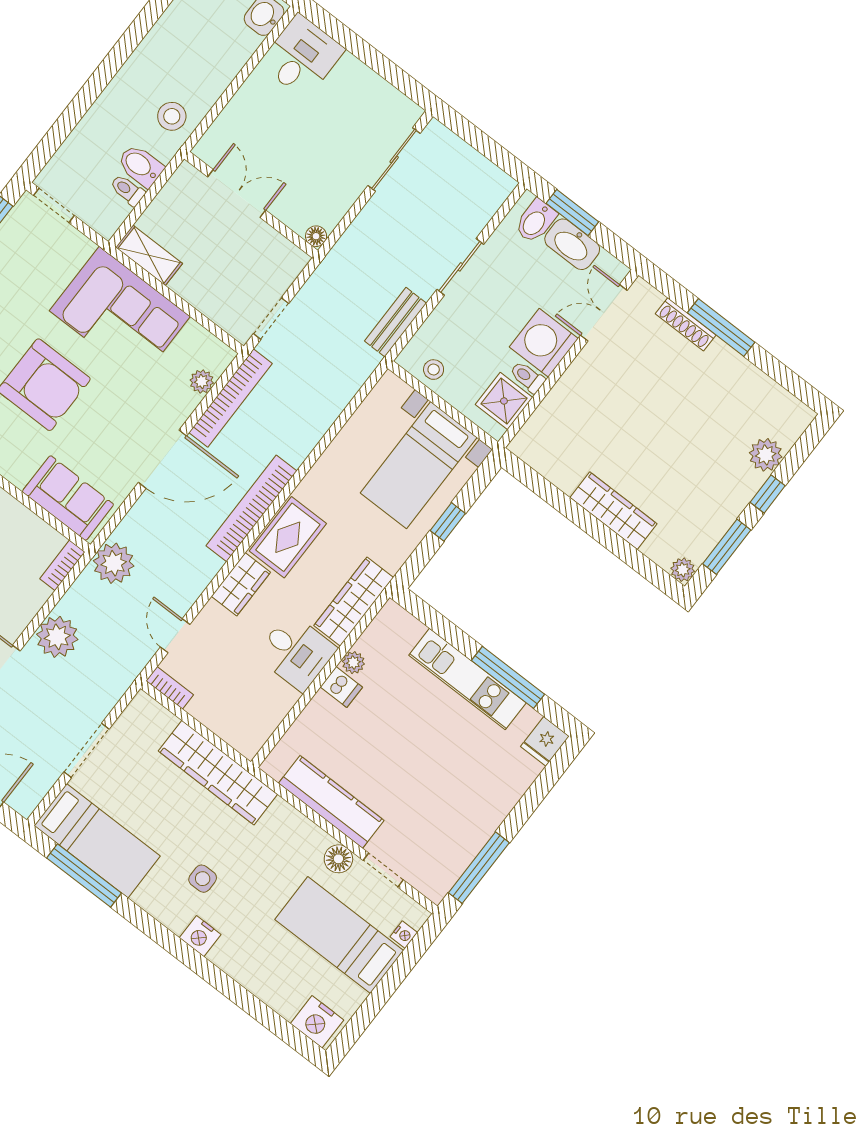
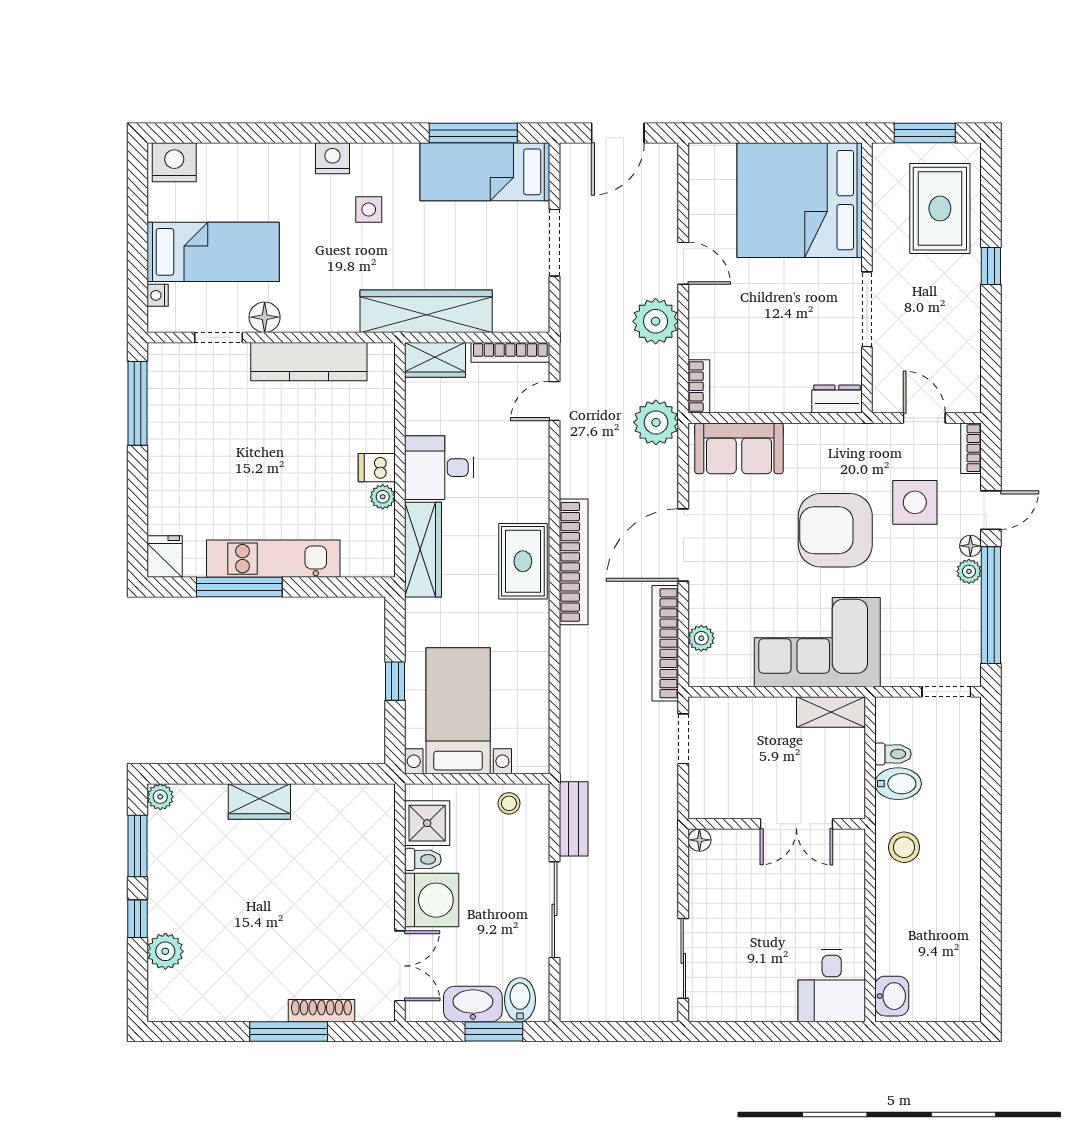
sliding door: (460, 267) -> (554, 910), width x1.37
wardrobe: (613, 511) -> (259, 801), width x0.67
wardrobe: (241, 584) -> (435, 360), moved, turned -90
door: (175, 636) -> (554, 401), swing flipped
bookcase: (170, 688) -> (510, 352), width x1.56

